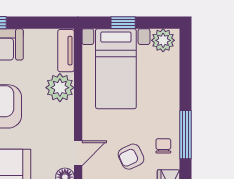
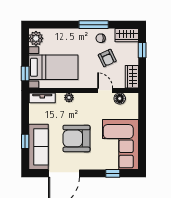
window: (123, 23) -> (25, 74), moved
plant: (60, 88) -> (69, 98), width x0.53, depth x0.53

